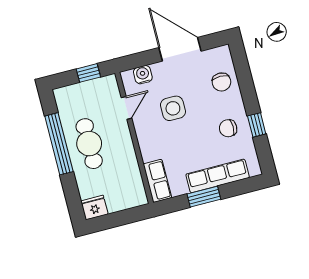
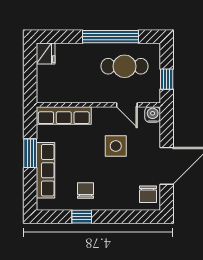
water cooler: (143, 75) -> (153, 115), moved, turned -90
chair: (221, 82) -> (148, 194), moved, turned -90
cafe table: (89, 144) -> (125, 66), moved
row of seats: (157, 181) -> (64, 116), width x1.48

